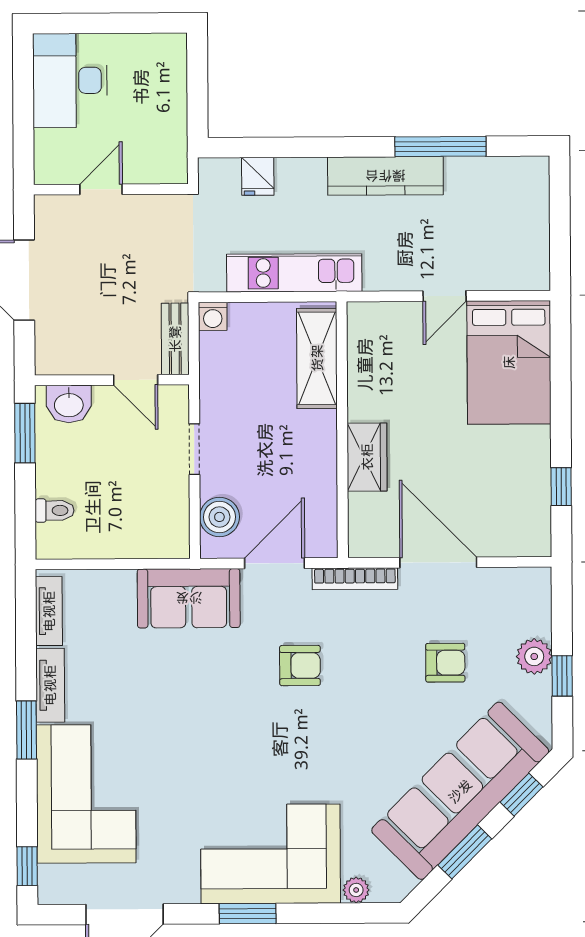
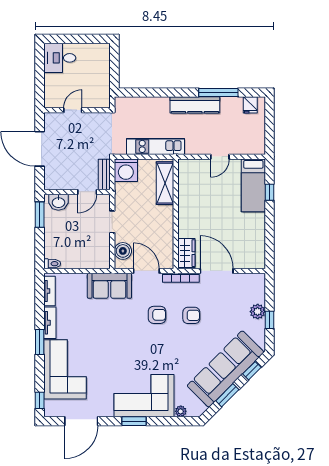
desk: (70, 80) -> (60, 58), width x0.73
fridge: (258, 176) -> (250, 105), moved
washing machine: (213, 316) -> (126, 170), width x1.89, depth x1.89
bed: (509, 362) -> (253, 185), width x0.67
door: (136, 380) -> (87, 192), hinge flipped
wardrobe: (367, 457) -> (186, 253), moved
window: (561, 487) -> (270, 192), moved
toilet: (55, 510) -> (52, 264), moved
door: (274, 563) -> (146, 271), hinge flipped
armchair: (445, 663) -> (191, 315), moved

